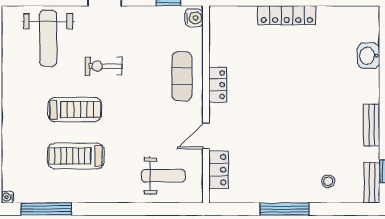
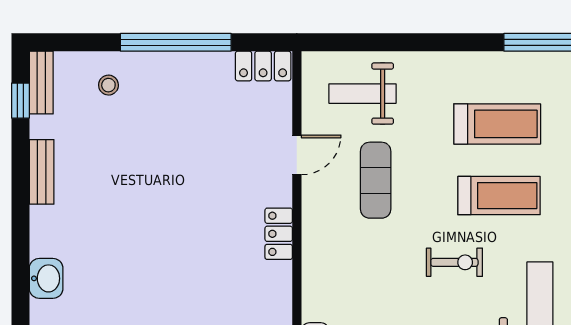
exercise mat: (182, 76) -> (376, 180), moved
treadmill: (75, 110) -> (499, 196), turned 180
locker: (218, 170) -> (263, 66), moved, turned -90
window: (285, 209) -> (176, 42), width x1.46

